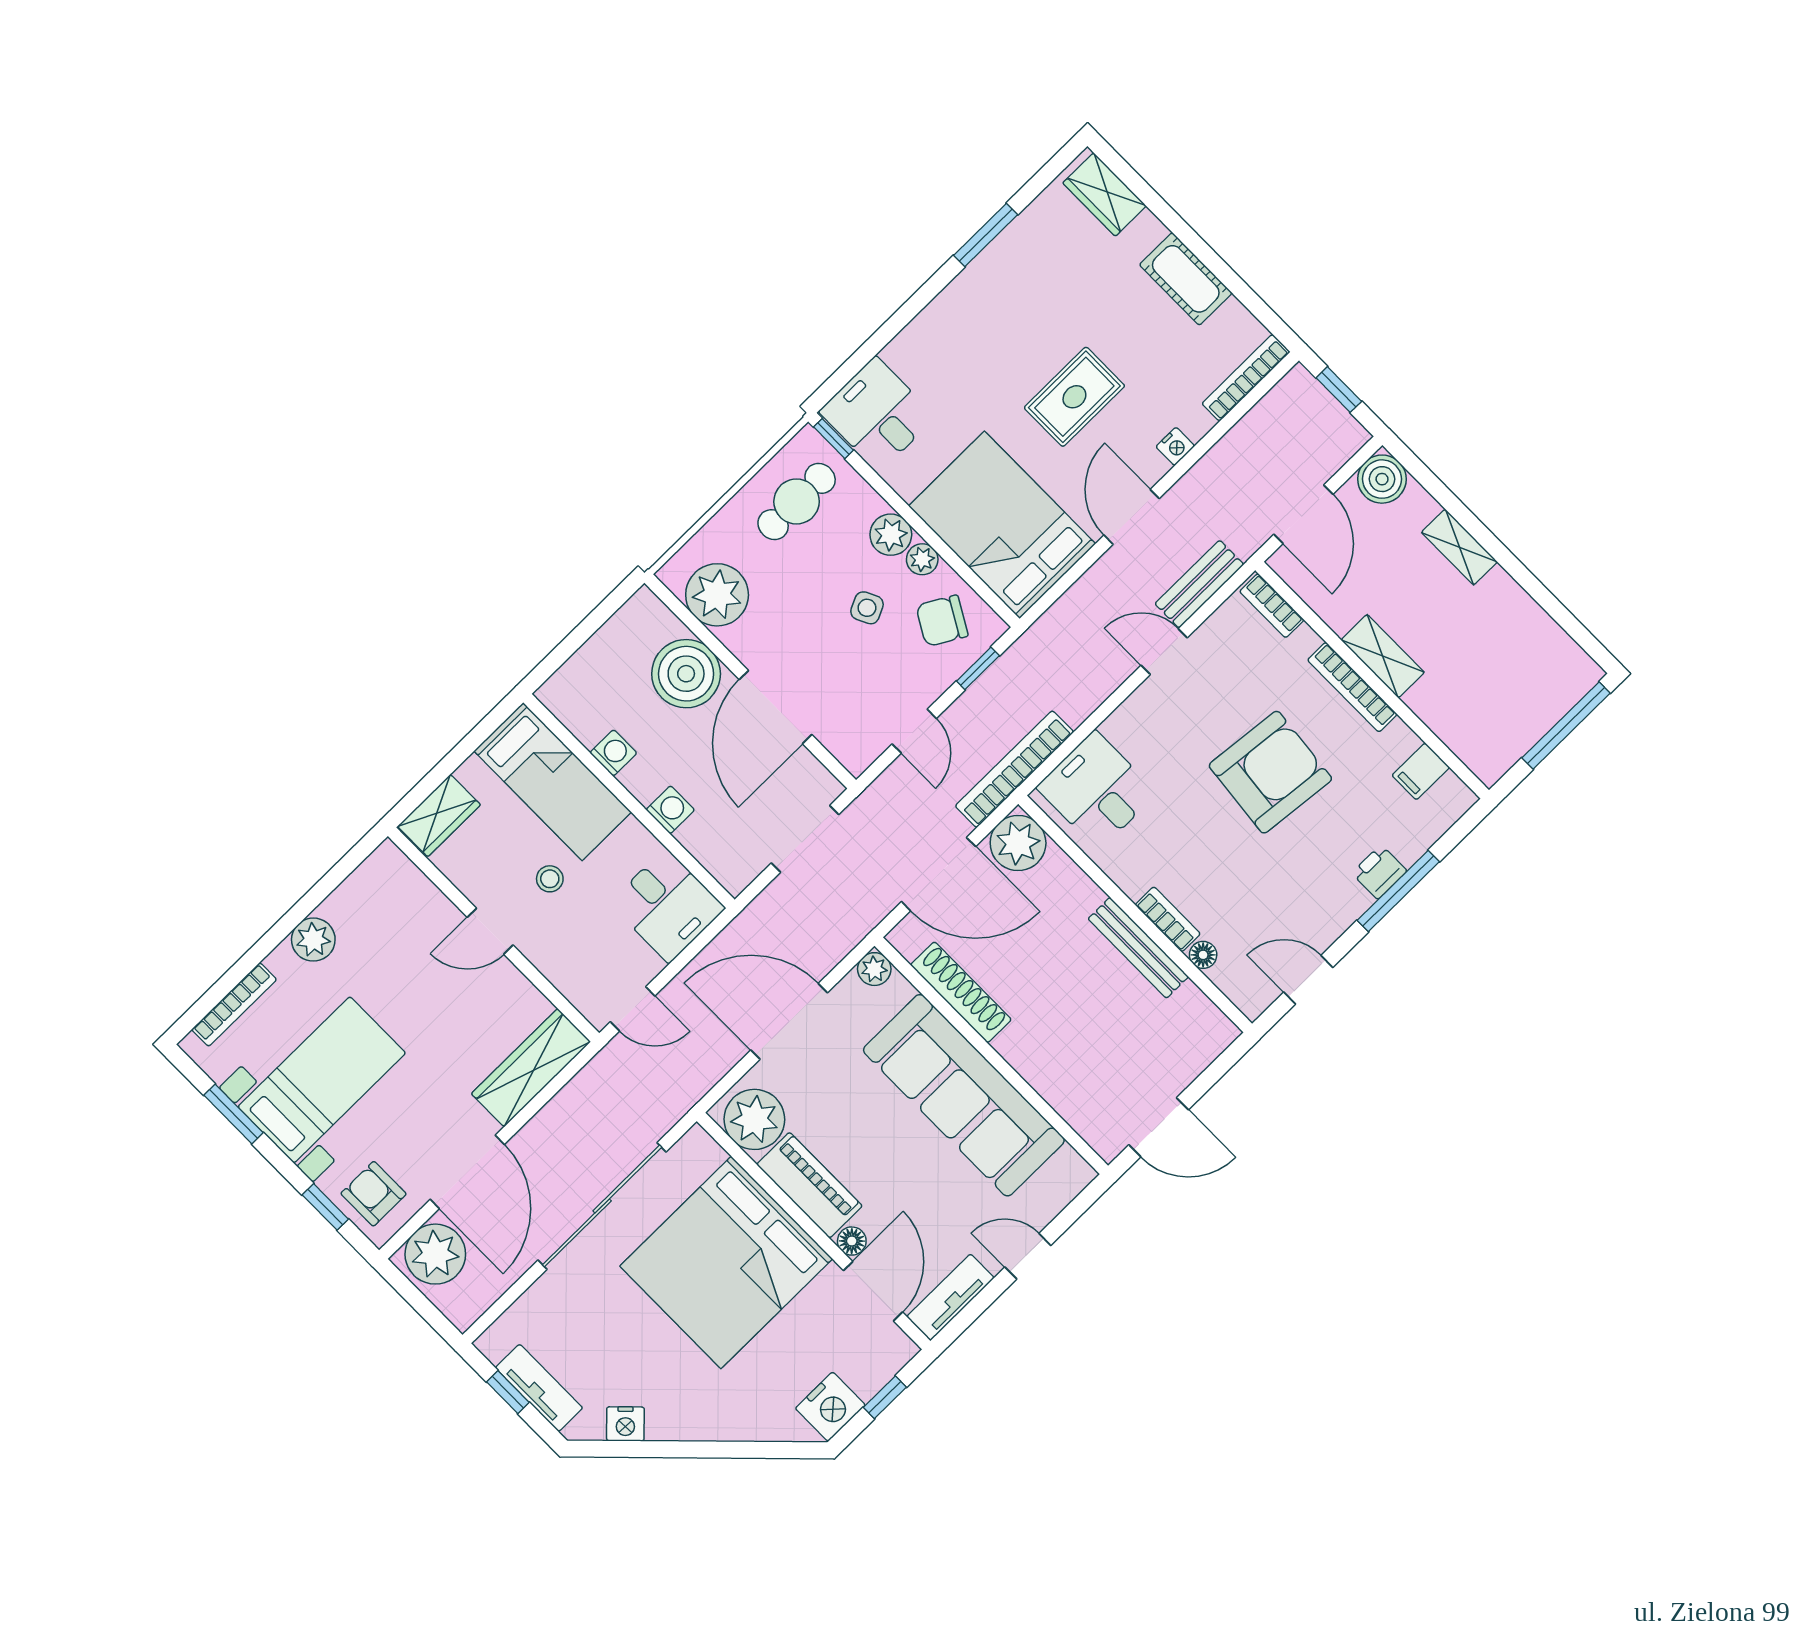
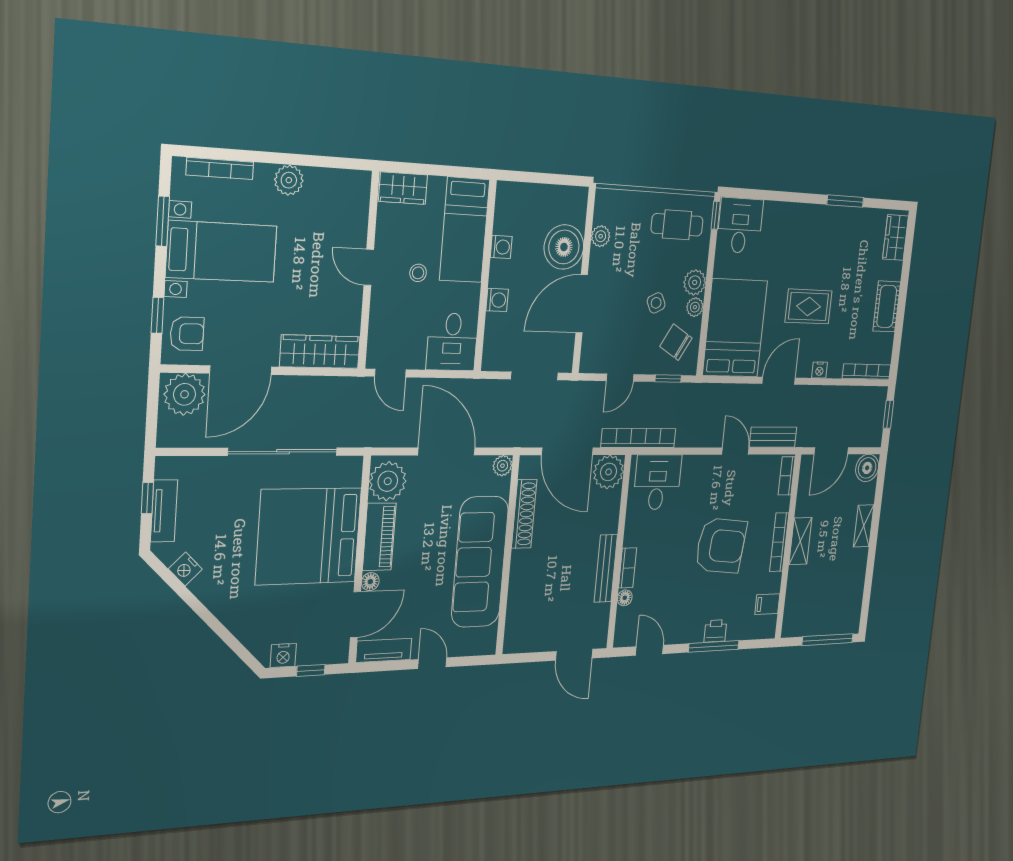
plant: (717, 595) -> (601, 236), width x0.53, depth x0.53
door: (1159, 1127) -> (574, 655), moved
armchair: (374, 1194) -> (187, 334), turned 90
nightstand: (830, 1407) -> (283, 655), width x0.74, depth x0.75

